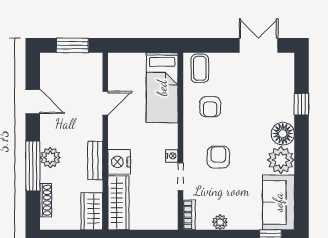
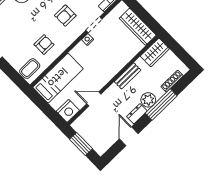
dresser: (47, 132) -> (137, 114), added
nightstand: (119, 162) -> (68, 111), moved
wardrobe: (118, 203) -> (138, 27), moved, turned -90

